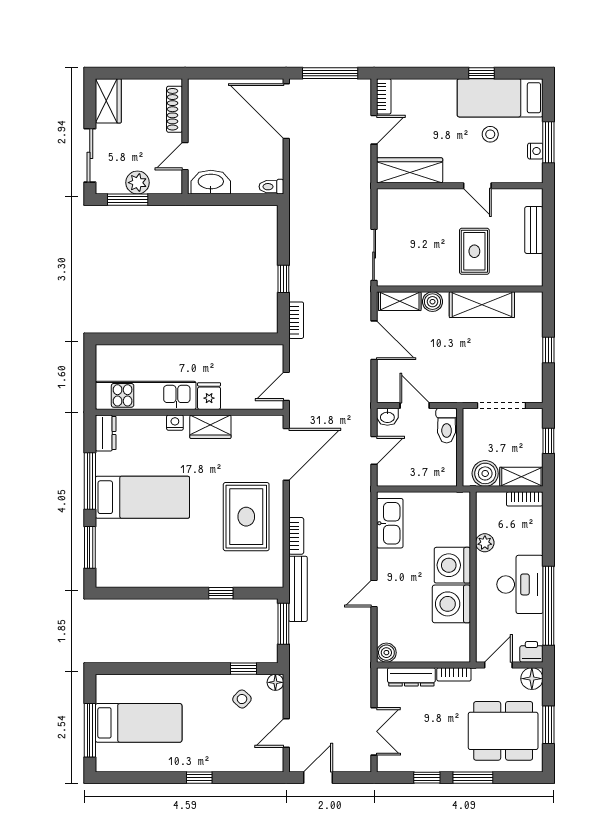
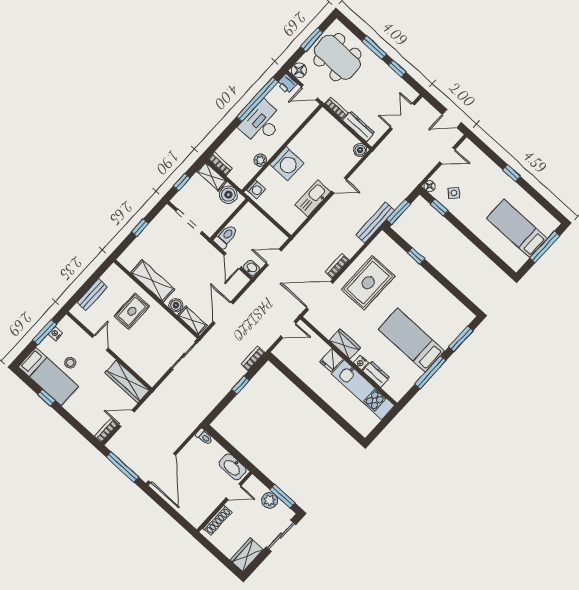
dresser: (106, 433) -> (376, 374), moved, turned 90
kitchen sink: (390, 523) -> (313, 198), moved
bookcase: (296, 536) -> (337, 266), moved
washing machine: (451, 604) -> (256, 189), moved, width x0.53, depth x0.53

